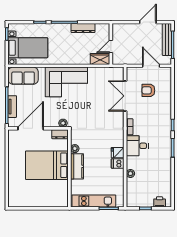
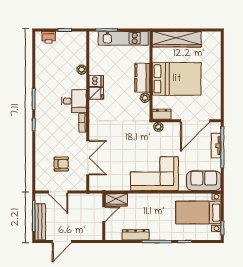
wardrobe: (47, 200) -> (177, 39), added

